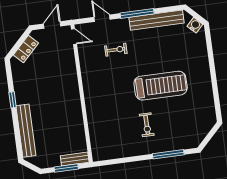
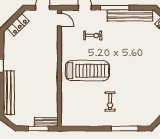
treadmill: (161, 86) -> (87, 71), moved

